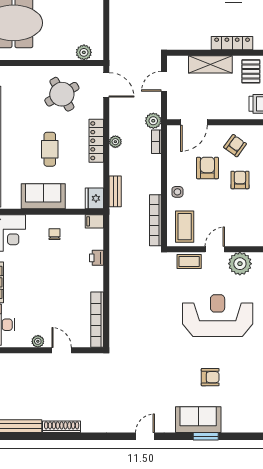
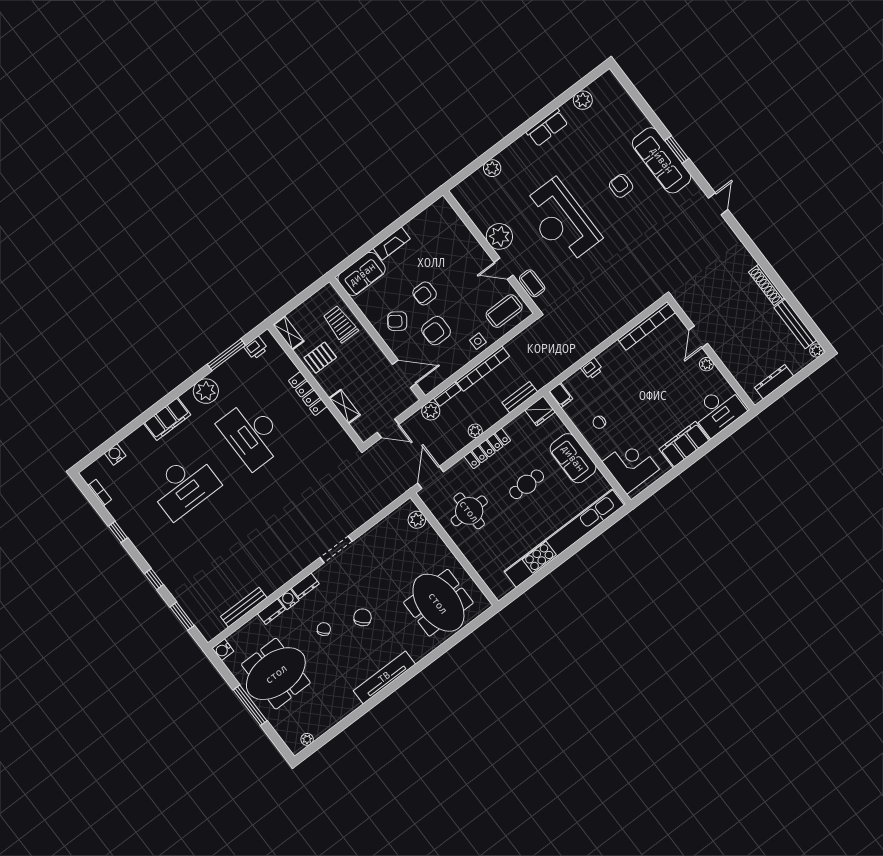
shelving: (210, 64) -> (345, 406), width x0.67, depth x0.75
round table: (62, 94) -> (469, 511), turned 30
bookcase: (155, 220) -> (483, 369), moved
sofa: (198, 420) -> (662, 160), width x1.36
door: (145, 436) -> (718, 204), swing flipped

